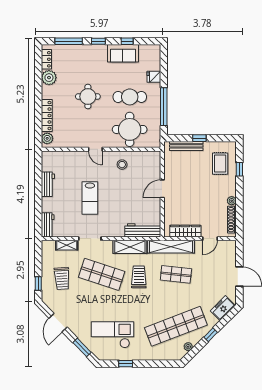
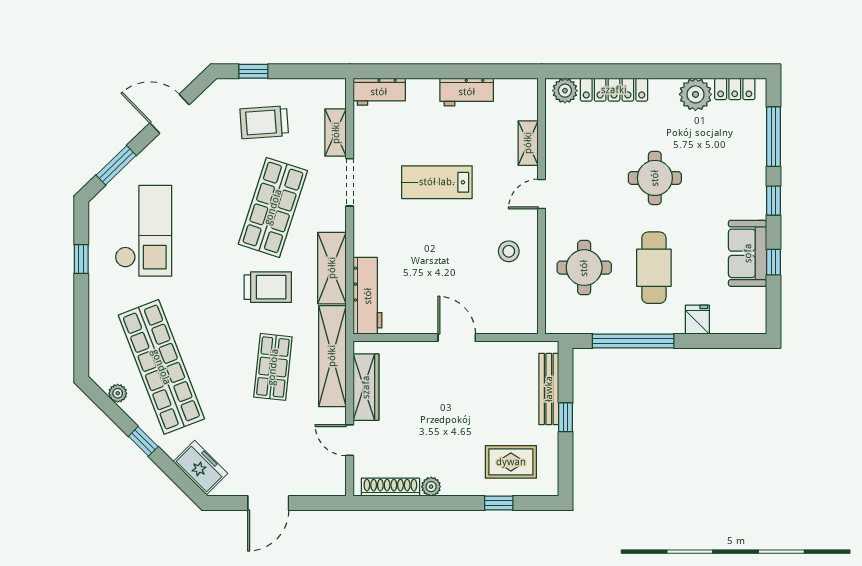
round table: (130, 129) -> (584, 268), width x0.73, depth x0.73
shelving: (72, 156) -> (528, 143), added

